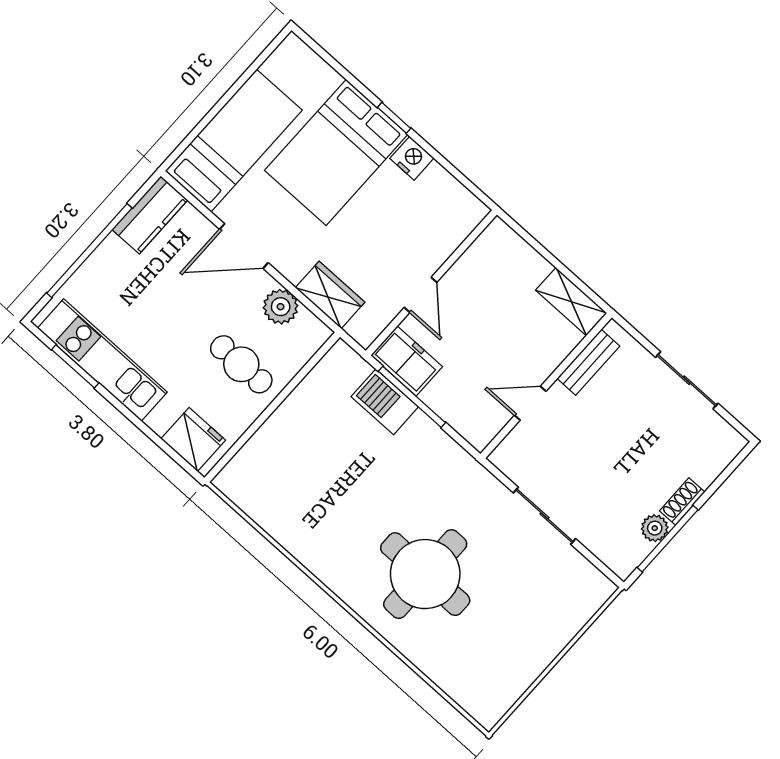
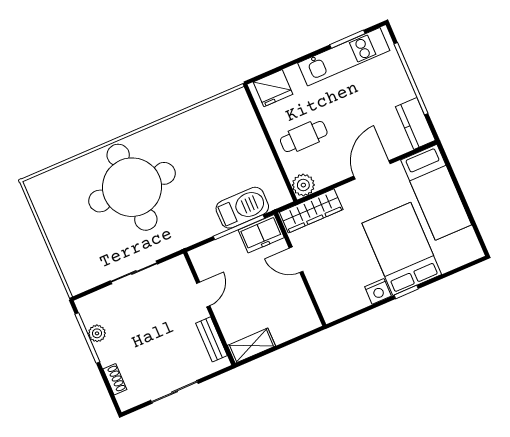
wardrobe: (330, 295) -> (311, 211), width x1.50
plant: (281, 307) -> (303, 185), moved
barbecue: (385, 402) -> (242, 208), width x1.37, depth x1.21
shoe rack: (682, 501) -> (115, 379), moved
round table: (425, 574) -> (132, 187), width x1.36, depth x1.36

